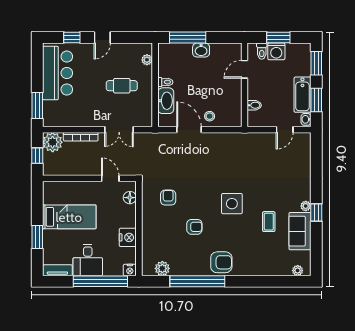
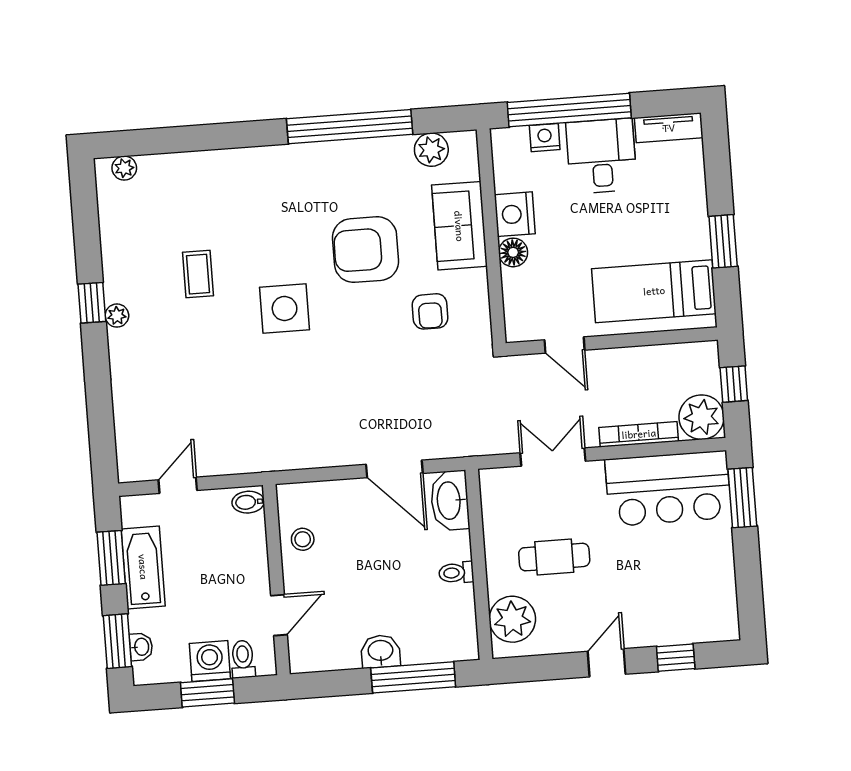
plant: (147, 60) -> (512, 619), width x1.88, depth x1.88
bar counter: (58, 73) -> (668, 488), moved, turned -90
washbasin: (166, 101) -> (450, 501), moved
bidet: (254, 105) -> (248, 502), moved
stool: (210, 116) -> (303, 539), moved
washbasin: (306, 119) -> (141, 647), moved
floor lamp: (130, 198) -> (513, 252), moved
bed: (69, 217) -> (654, 291), moved
armchair: (194, 227) -> (366, 250), width x1.88, depth x1.88
sofa: (300, 231) -> (459, 226), moved, turned 180
window: (37, 237) -> (723, 241), moved
armchair: (221, 262) -> (299, 174), removed
nightstand: (130, 270) -> (545, 138), moved

